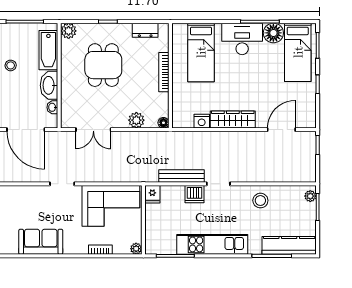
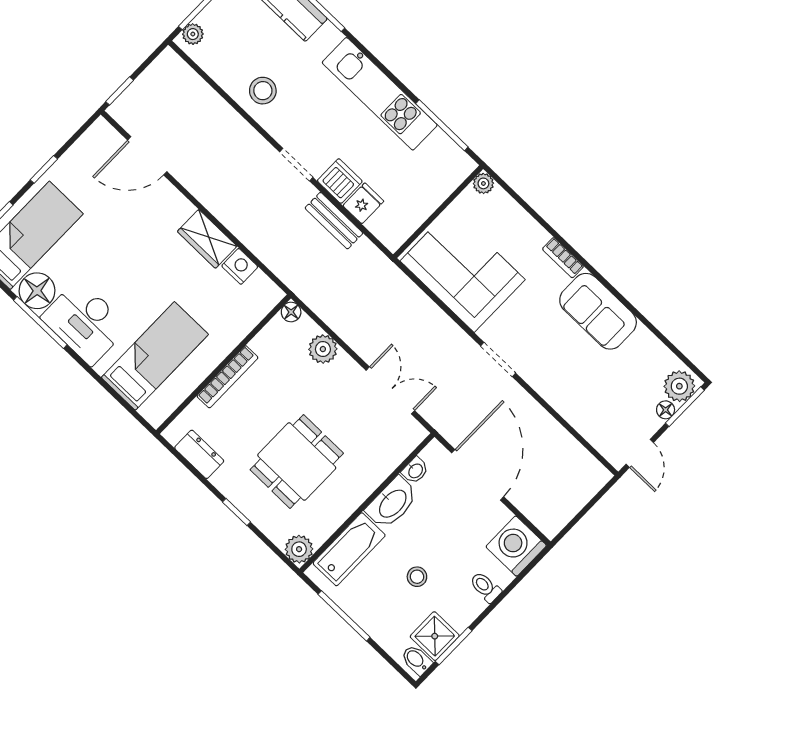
wardrobe: (233, 120) -> (207, 239), width x0.67
bench: (182, 176) -> (334, 221), width x0.73
fridge: (152, 194) -> (363, 203), moved
bookcase: (100, 250) -> (563, 258), moved

